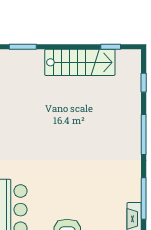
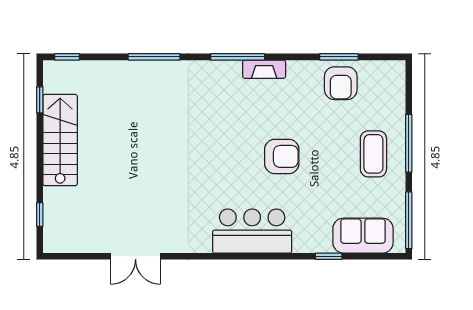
window: (23, 47) -> (40, 215), width x0.67
window: (144, 83) -> (67, 57), moved

